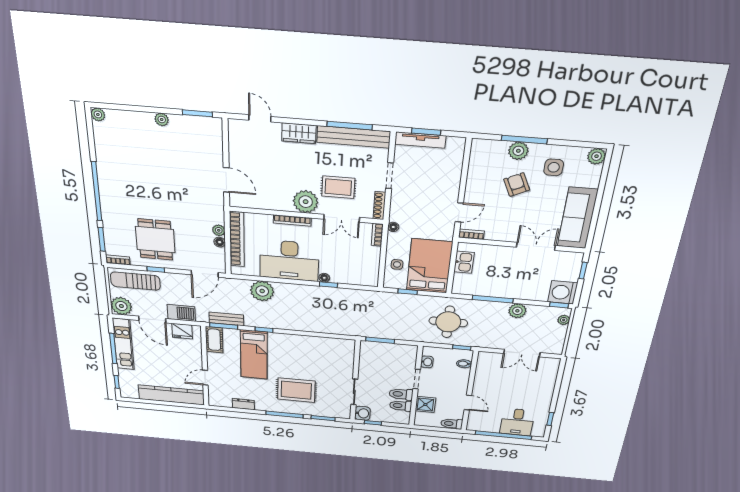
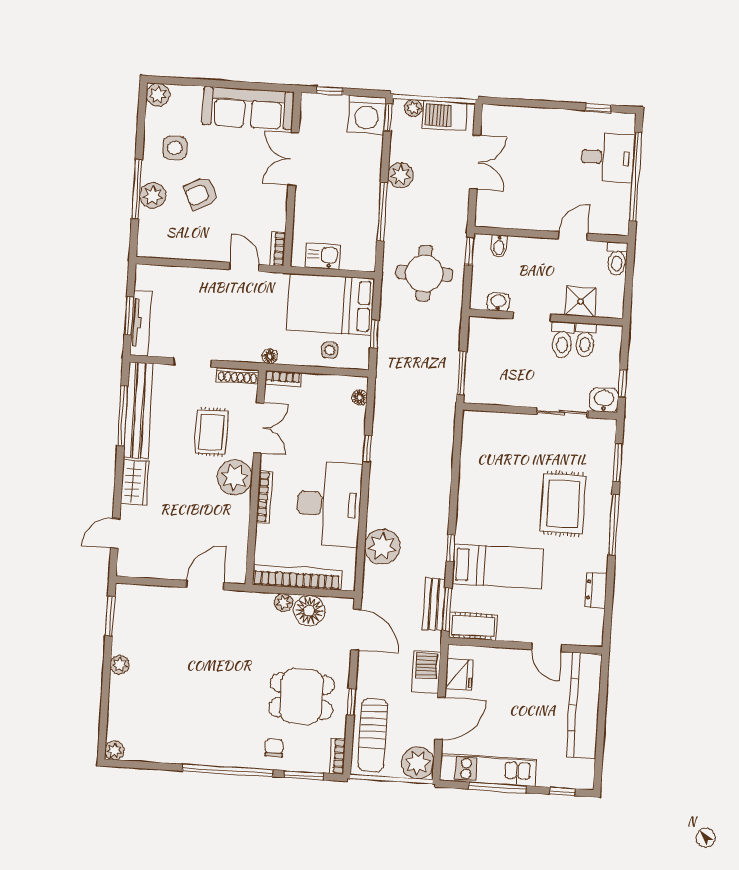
chair: (117, 221) -> (274, 748), added
floor lamp: (220, 242) -> (309, 611), width x1.89, depth x1.89
floor lamp: (324, 278) -> (359, 397), moved
barbecue: (556, 338) -> (445, 115), added

